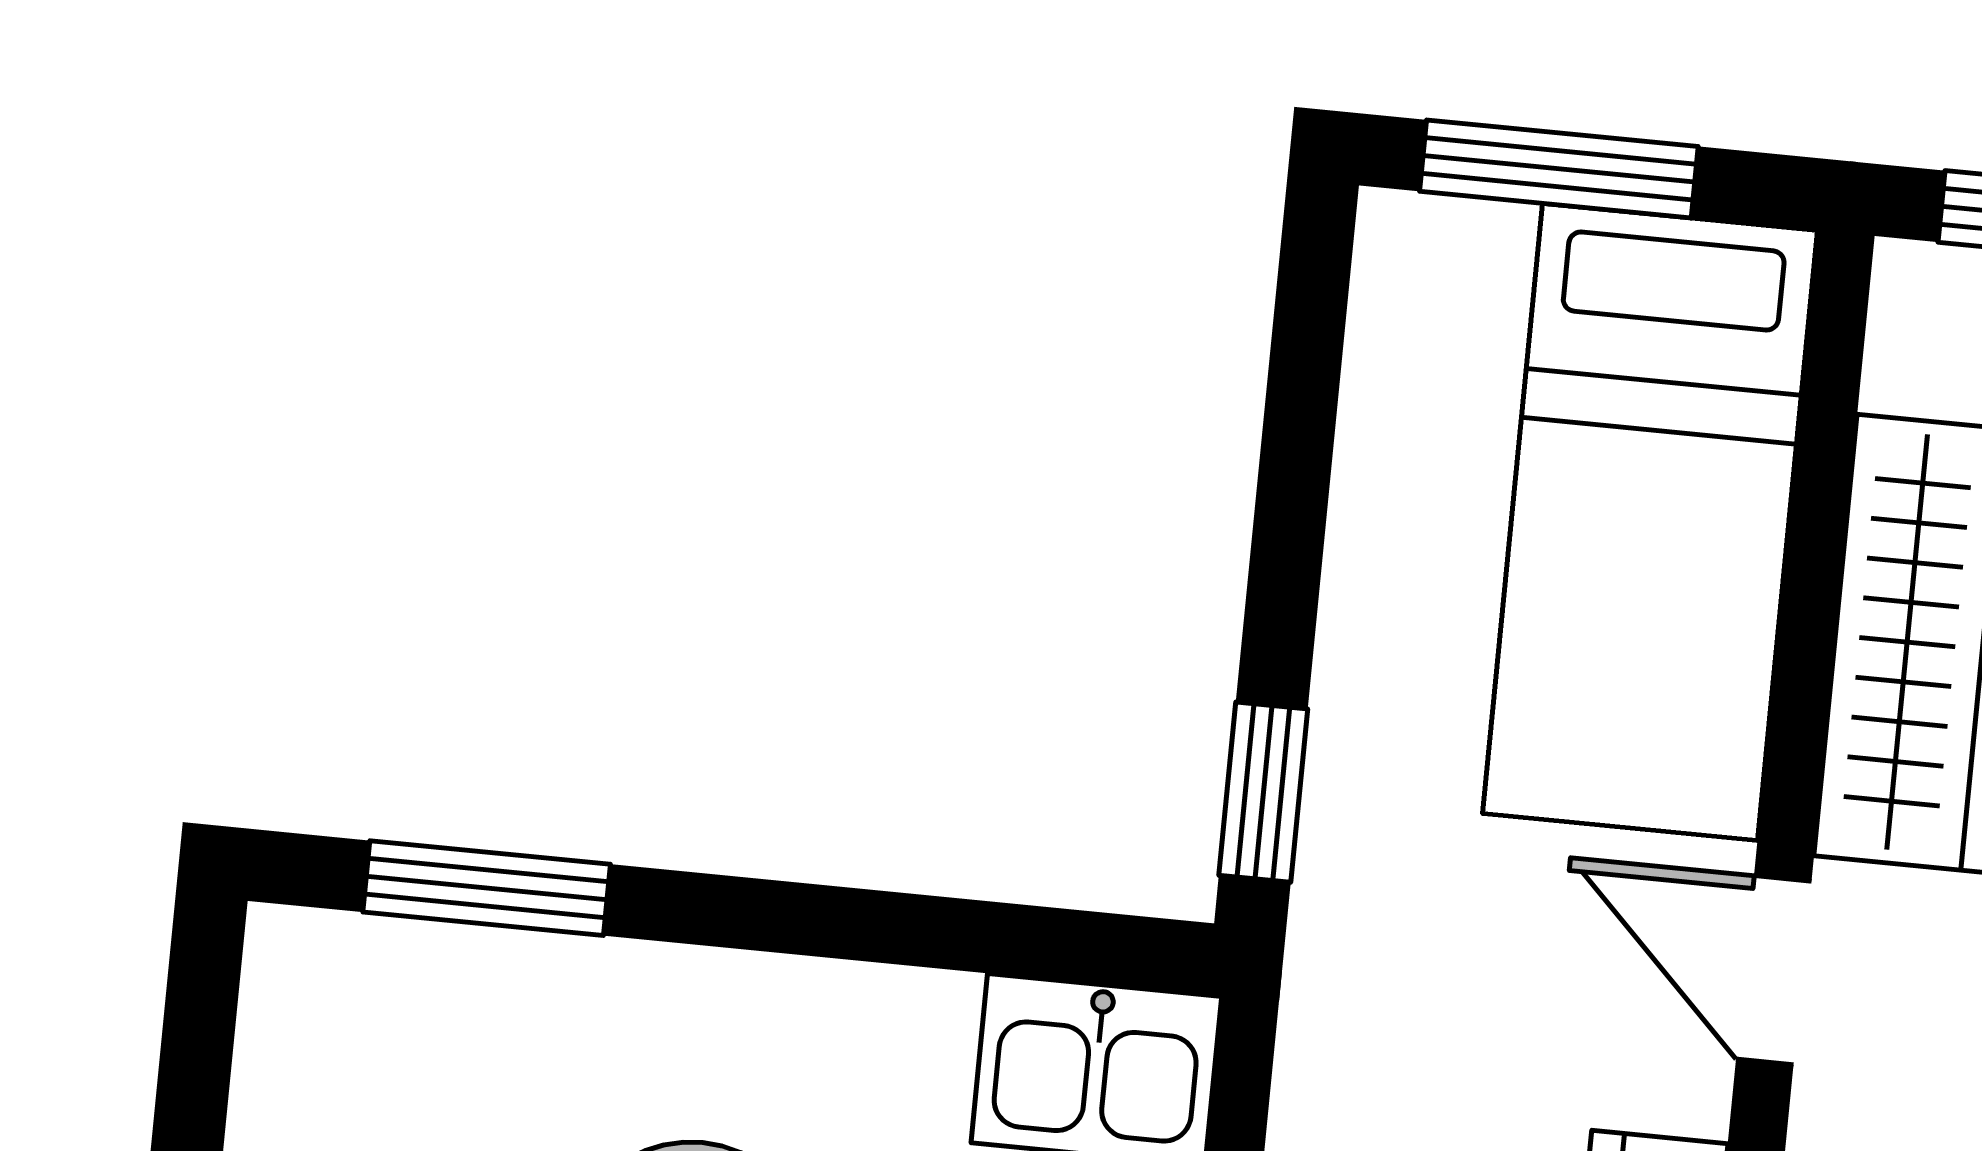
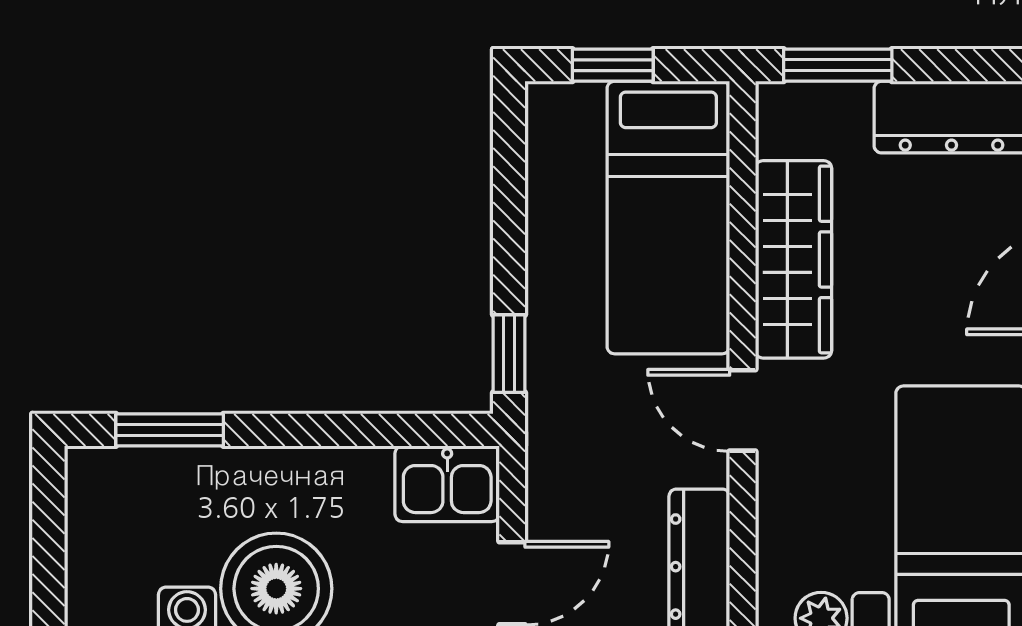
window: (1559, 169) -> (613, 65), width x0.67

